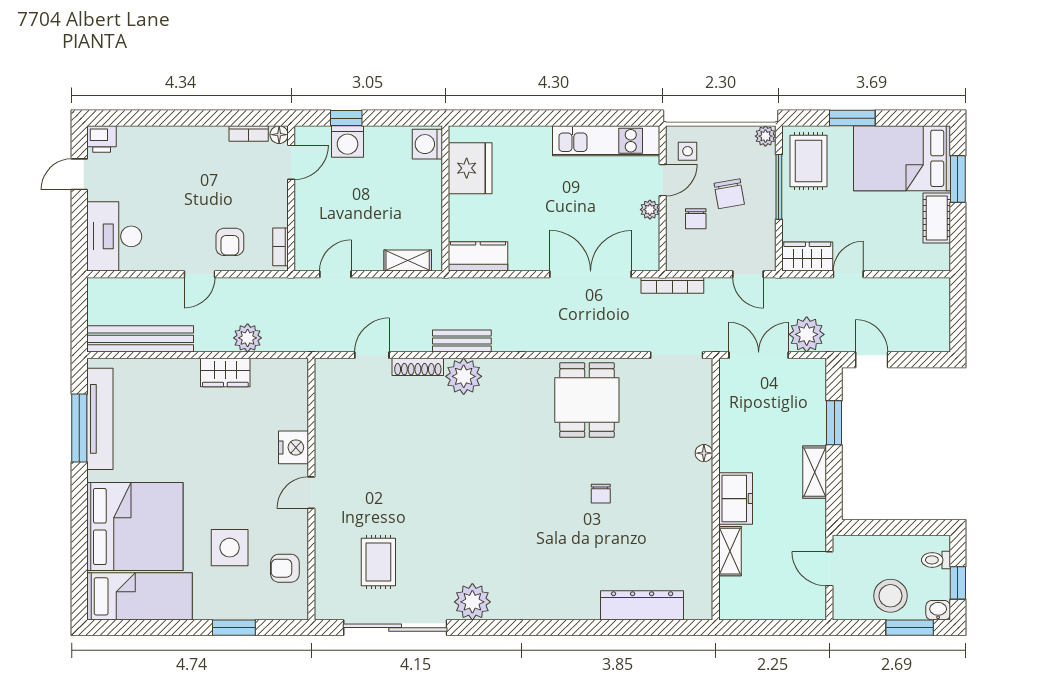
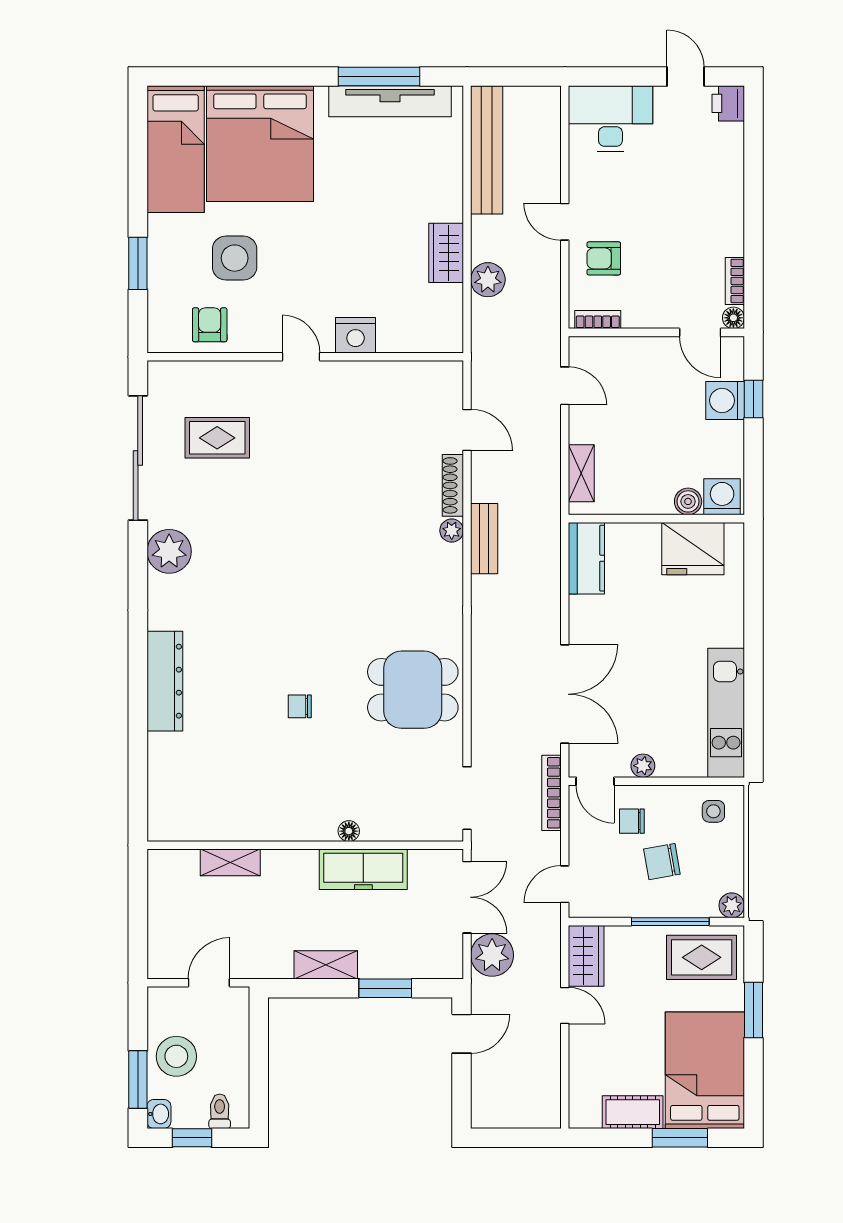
boiler: (431, 172) -> (688, 501), added
door: (663, 180) -> (595, 781), moved
plant: (464, 376) -> (452, 531), width x0.53, depth x0.53
freezer: (736, 499) -> (363, 869), moved, width x1.40
dresser: (642, 605) -> (165, 681), moved

